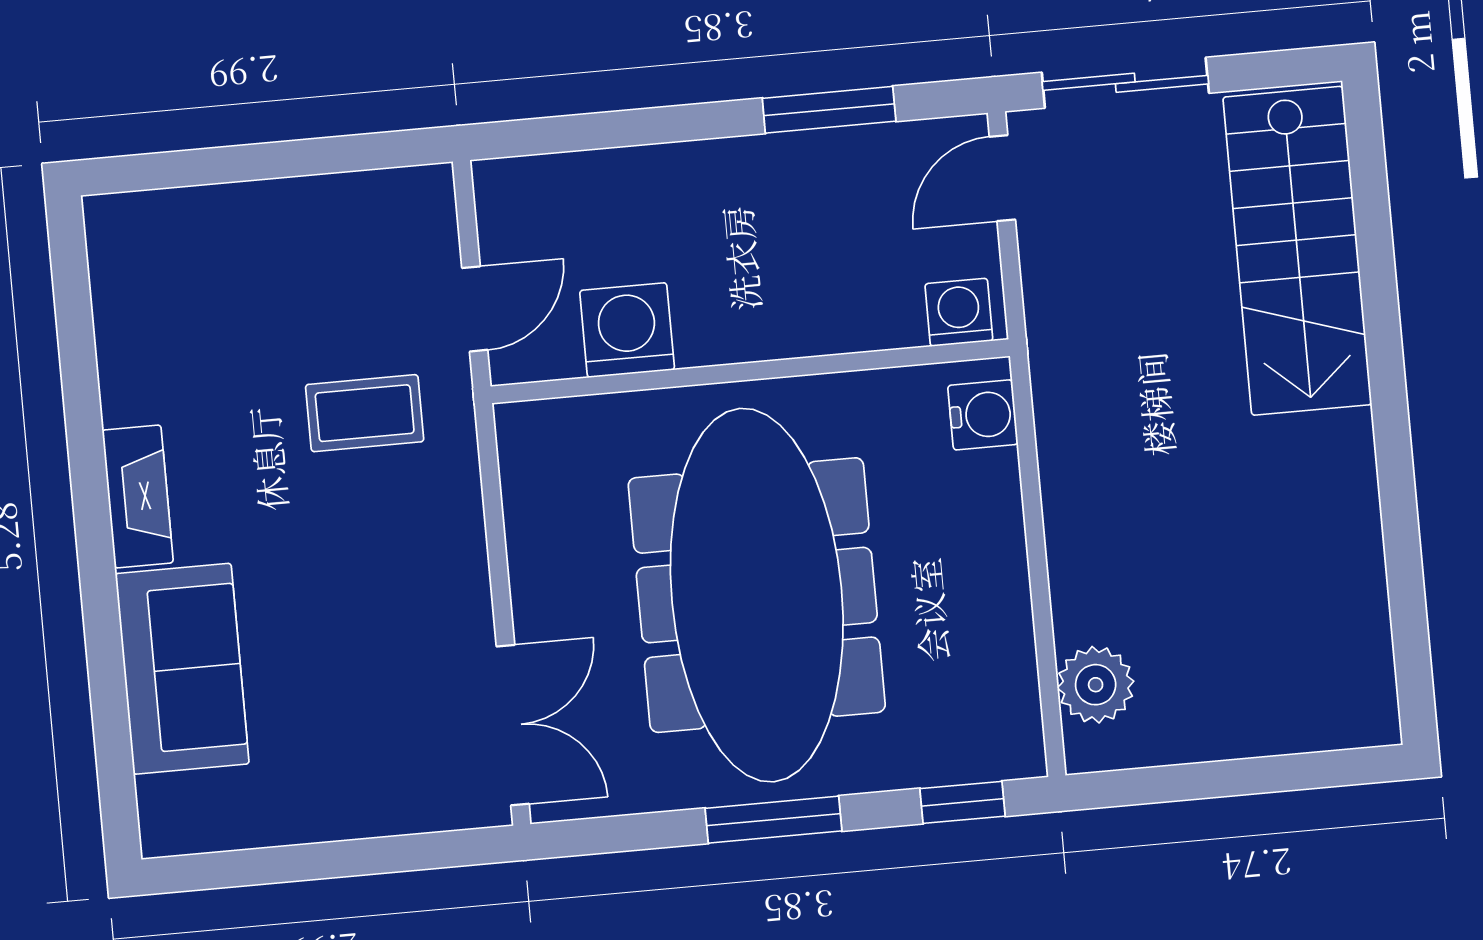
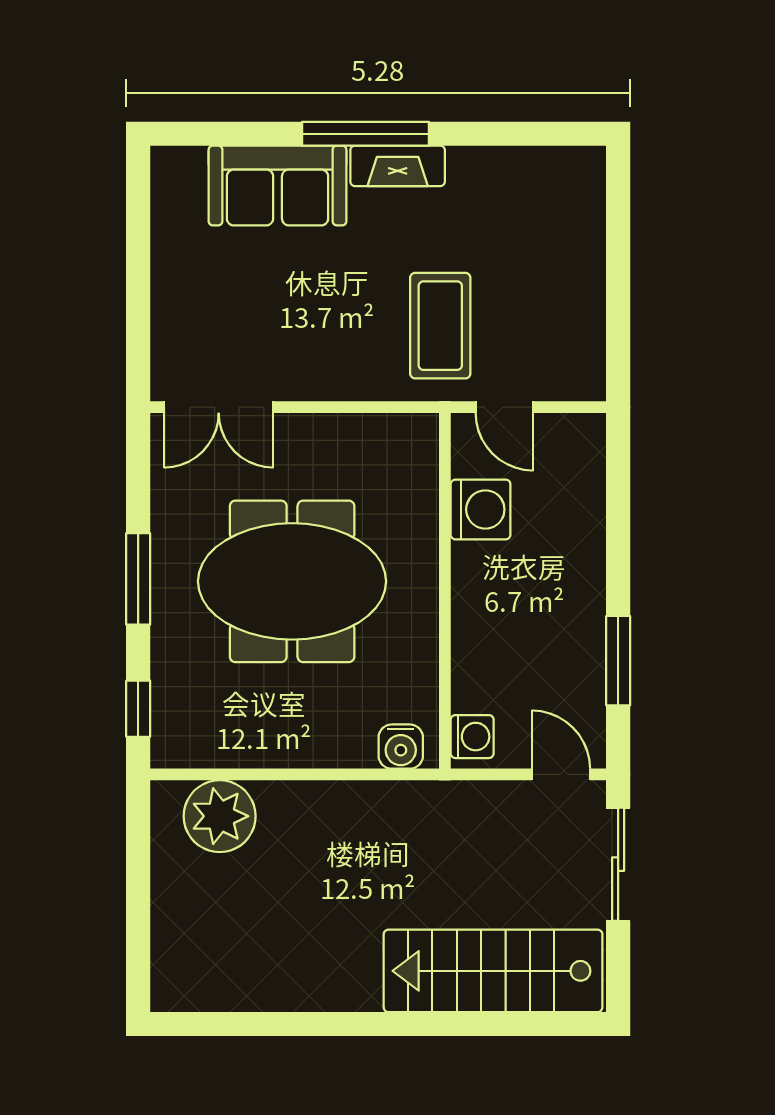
coffee table: (365, 413) -> (440, 326), width x1.36, depth x1.30
window: (95, 547) -> (365, 134), added
meeting table: (757, 595) -> (292, 581), width x0.73
plant: (1096, 685) -> (220, 816), width x1.36, depth x1.36

